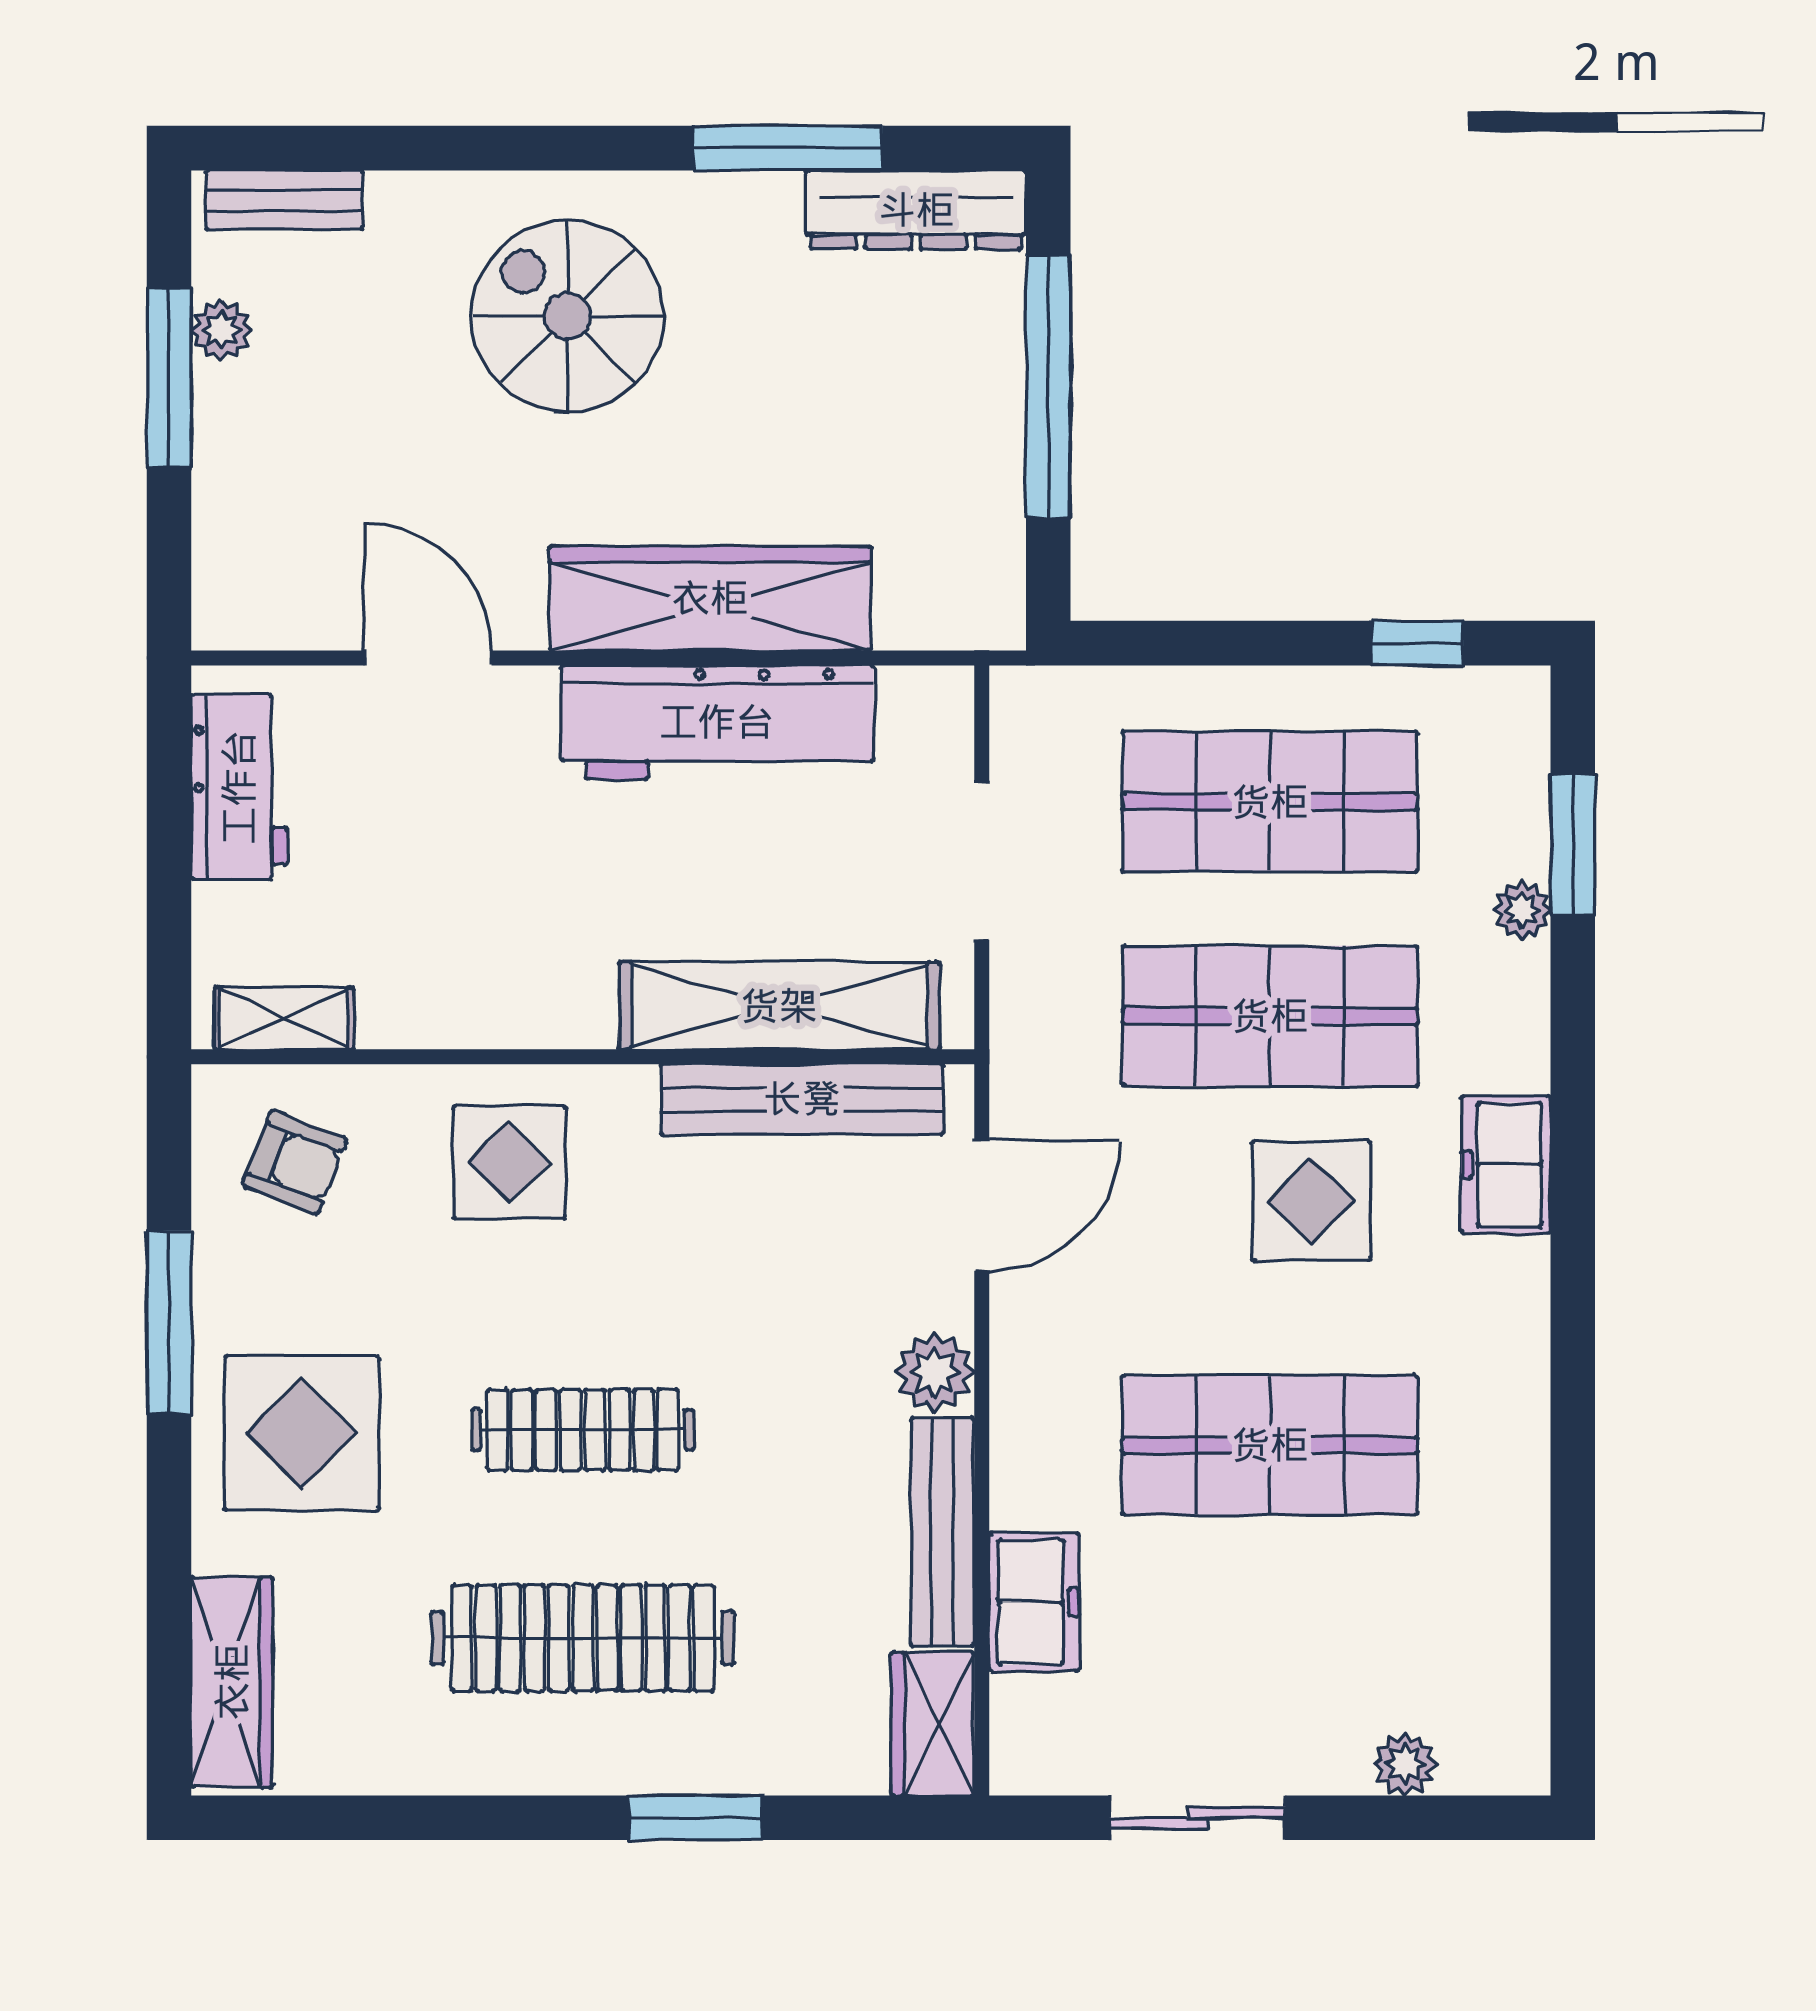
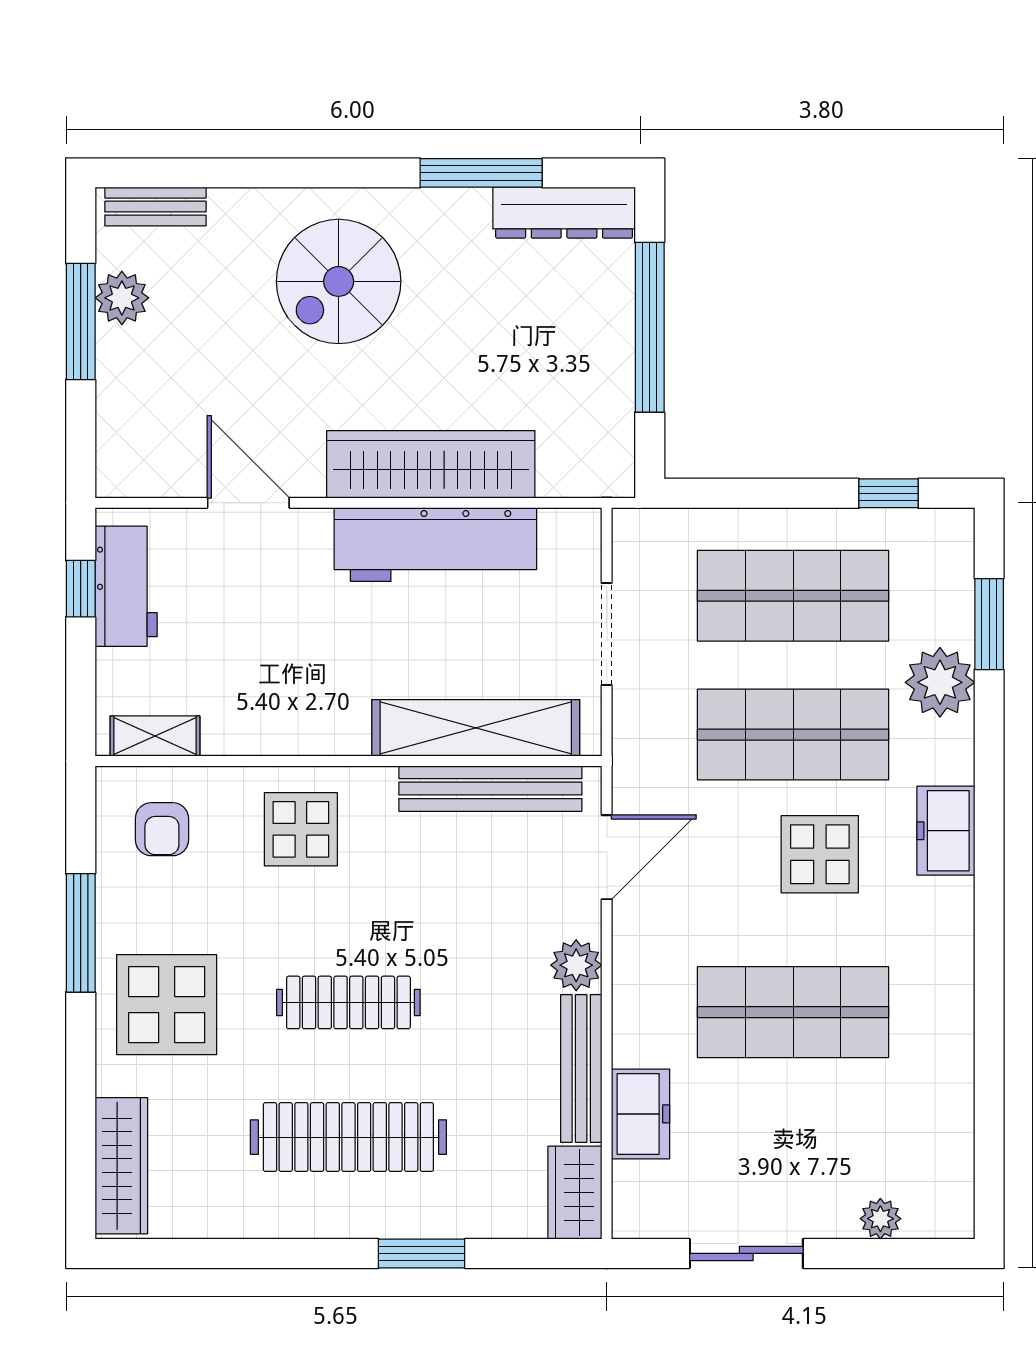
spiral stairs: (568, 316) -> (339, 281), turned -90
plant: (221, 330) -> (122, 298), width x1.38, depth x1.38
window: (169, 791) -> (81, 589), added
plant: (1522, 910) -> (940, 682), width x1.88, depth x1.88
armchair: (295, 1162) -> (162, 829), turned 69

